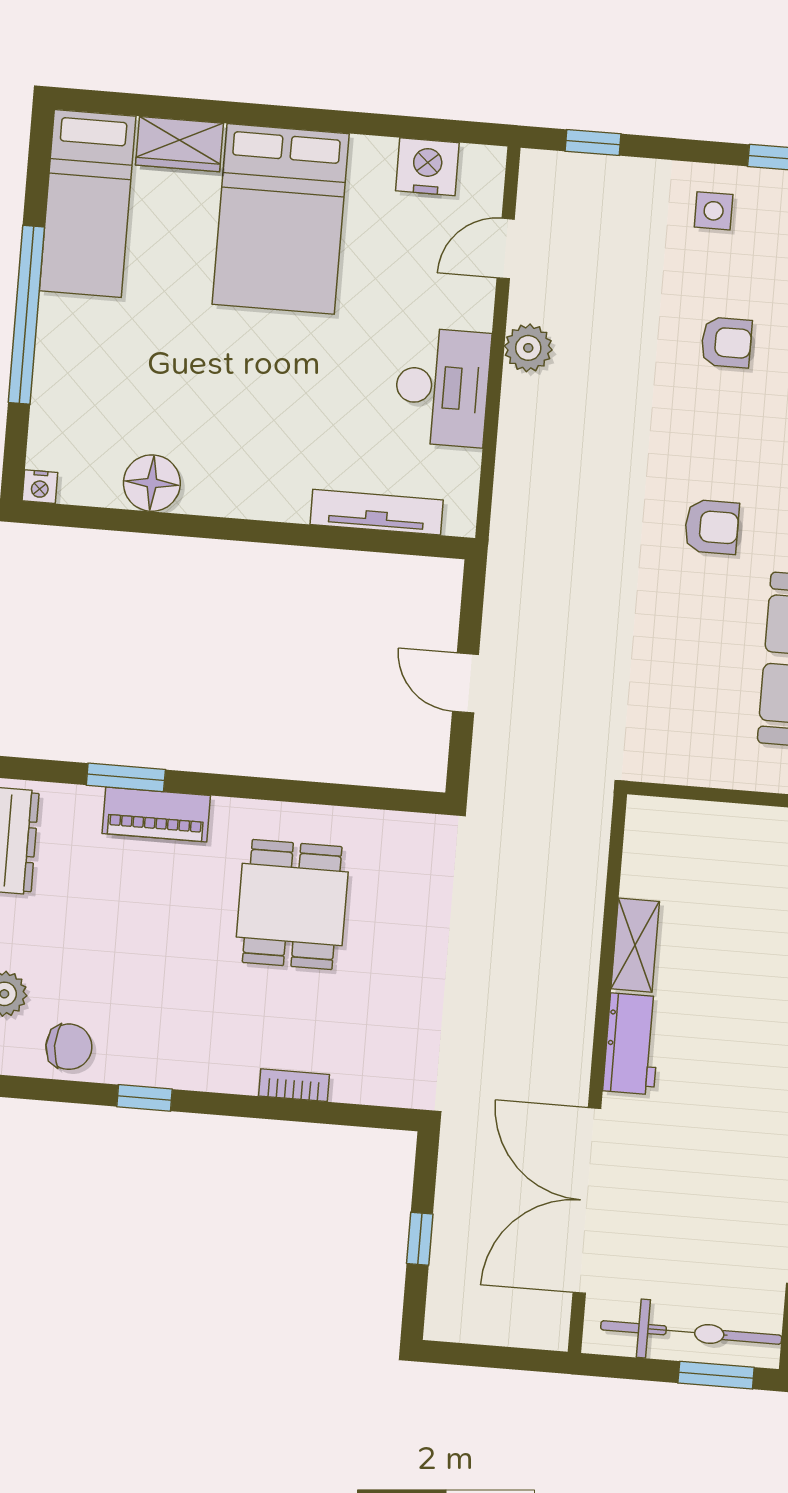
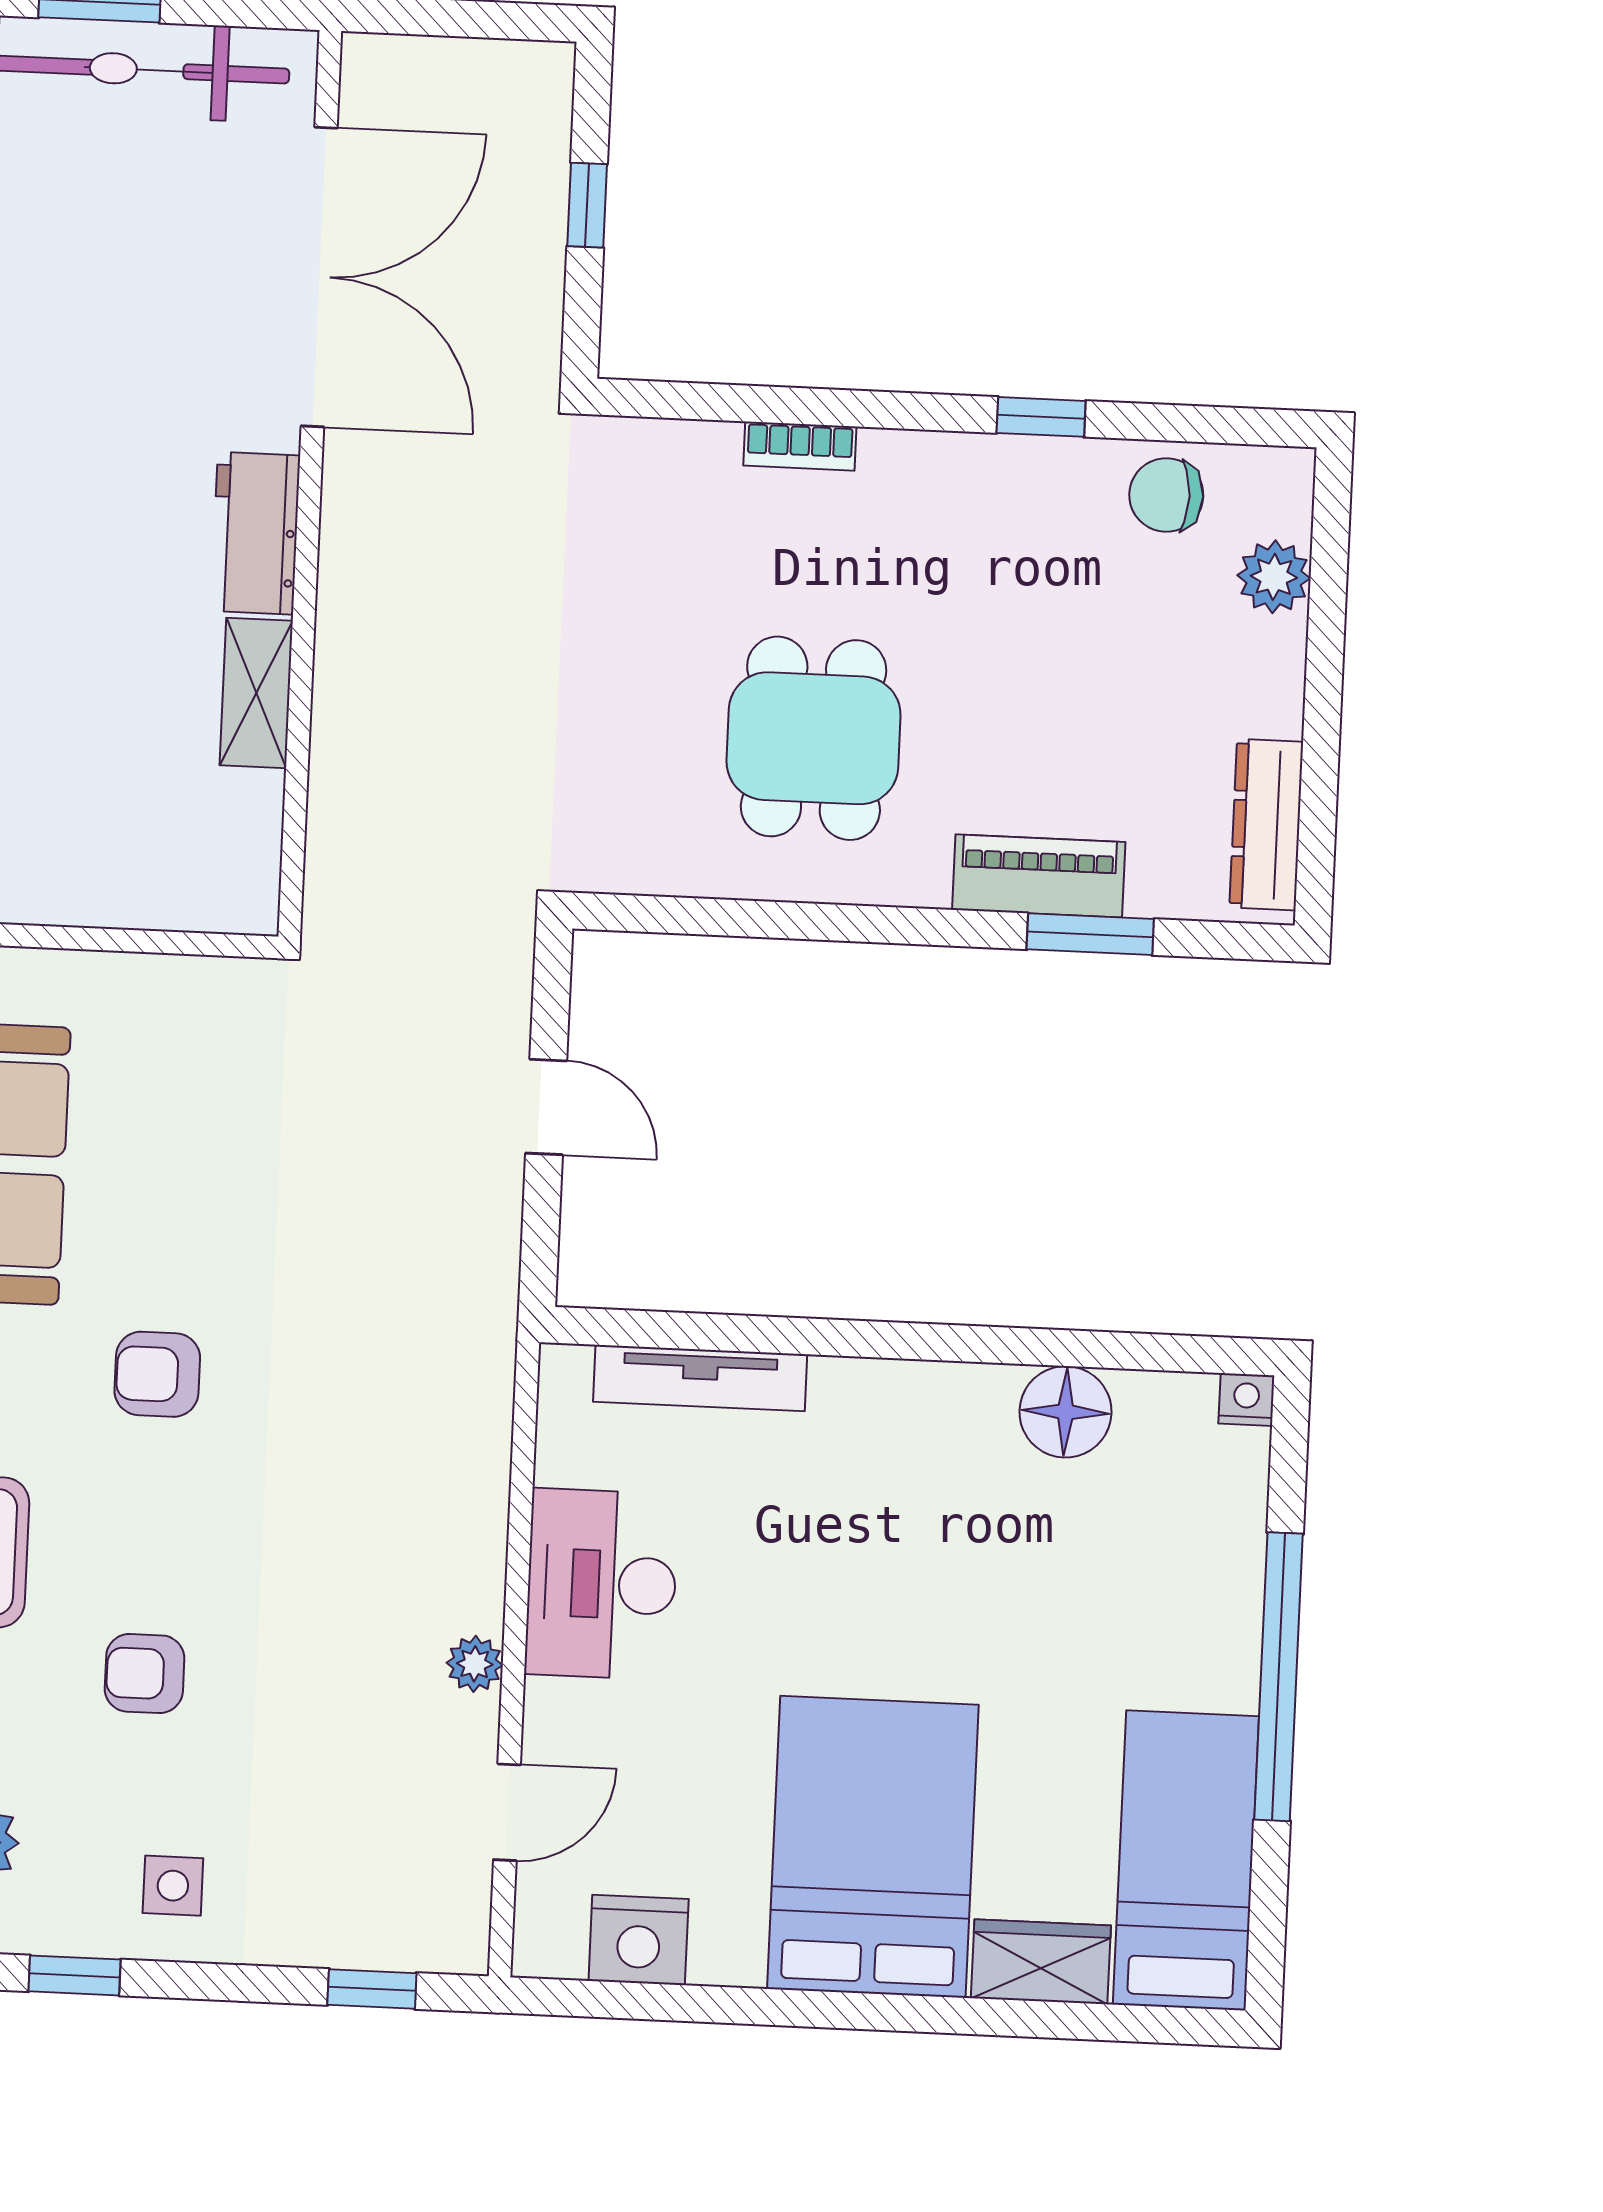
plant: (528, 348) -> (475, 1664), width x0.73, depth x0.73

